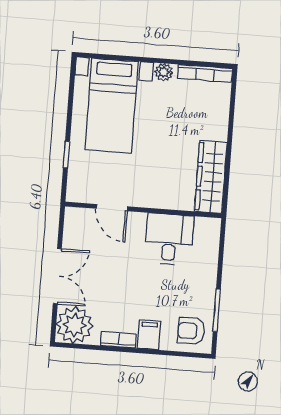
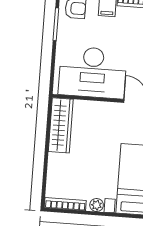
desk: (169, 239) -> (93, 72), width x1.87, depth x1.30

